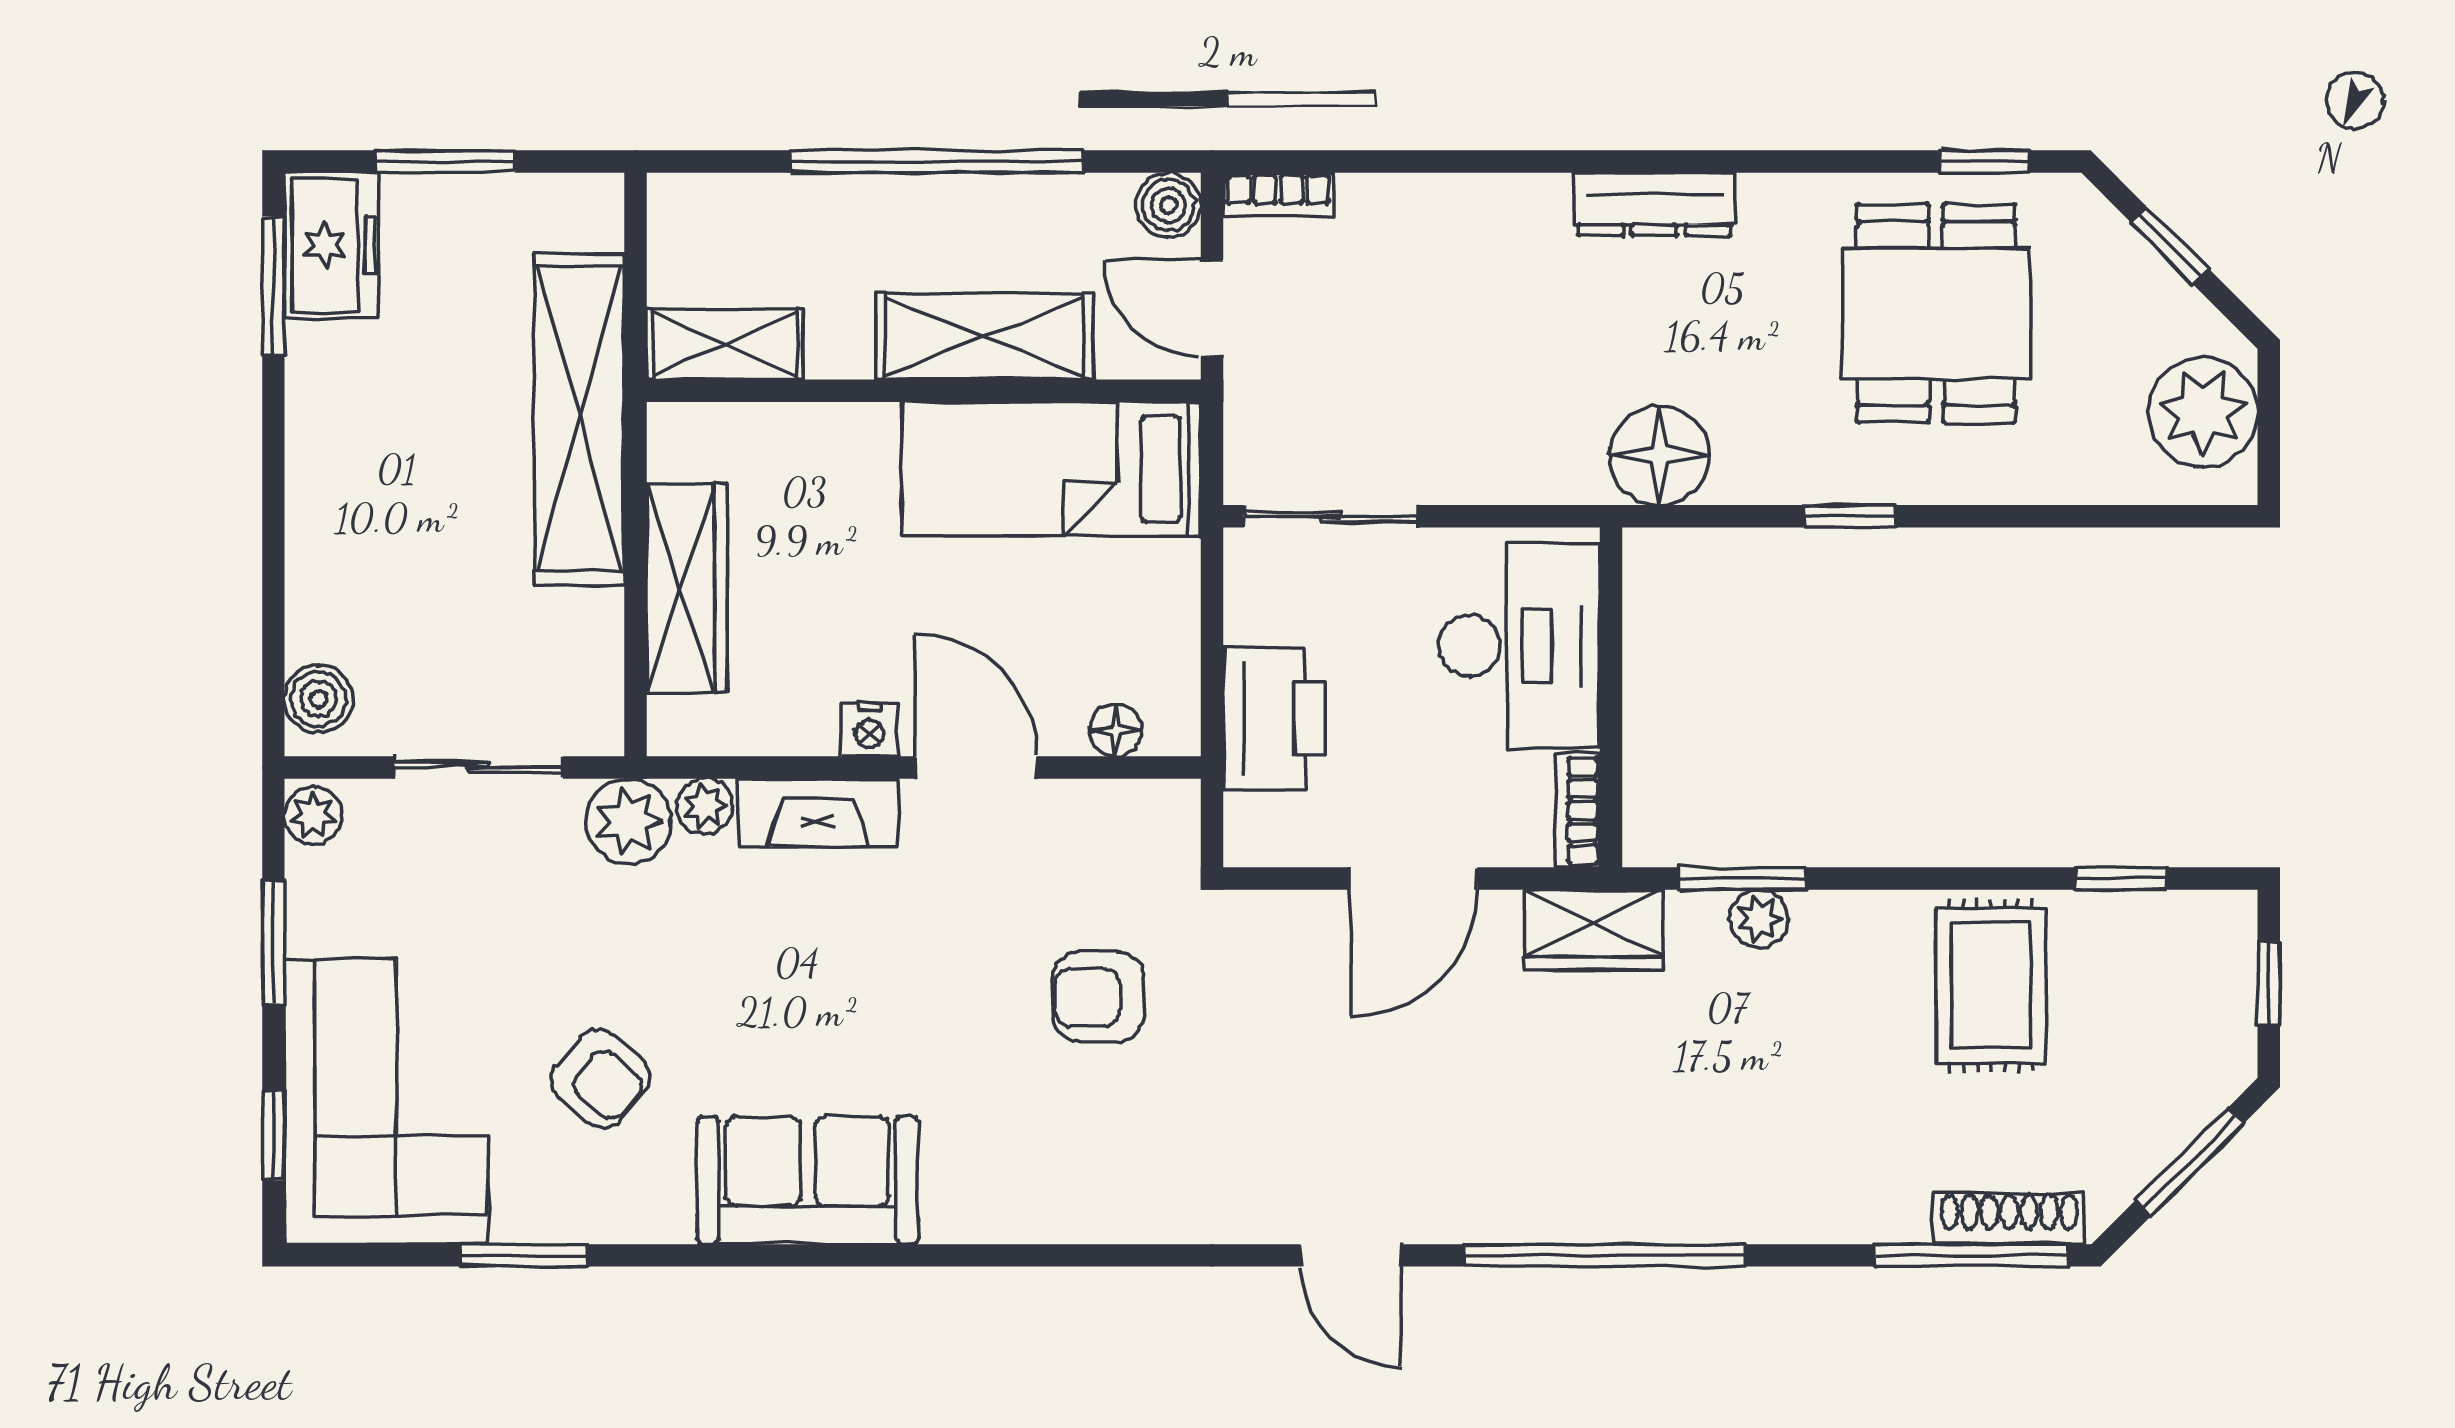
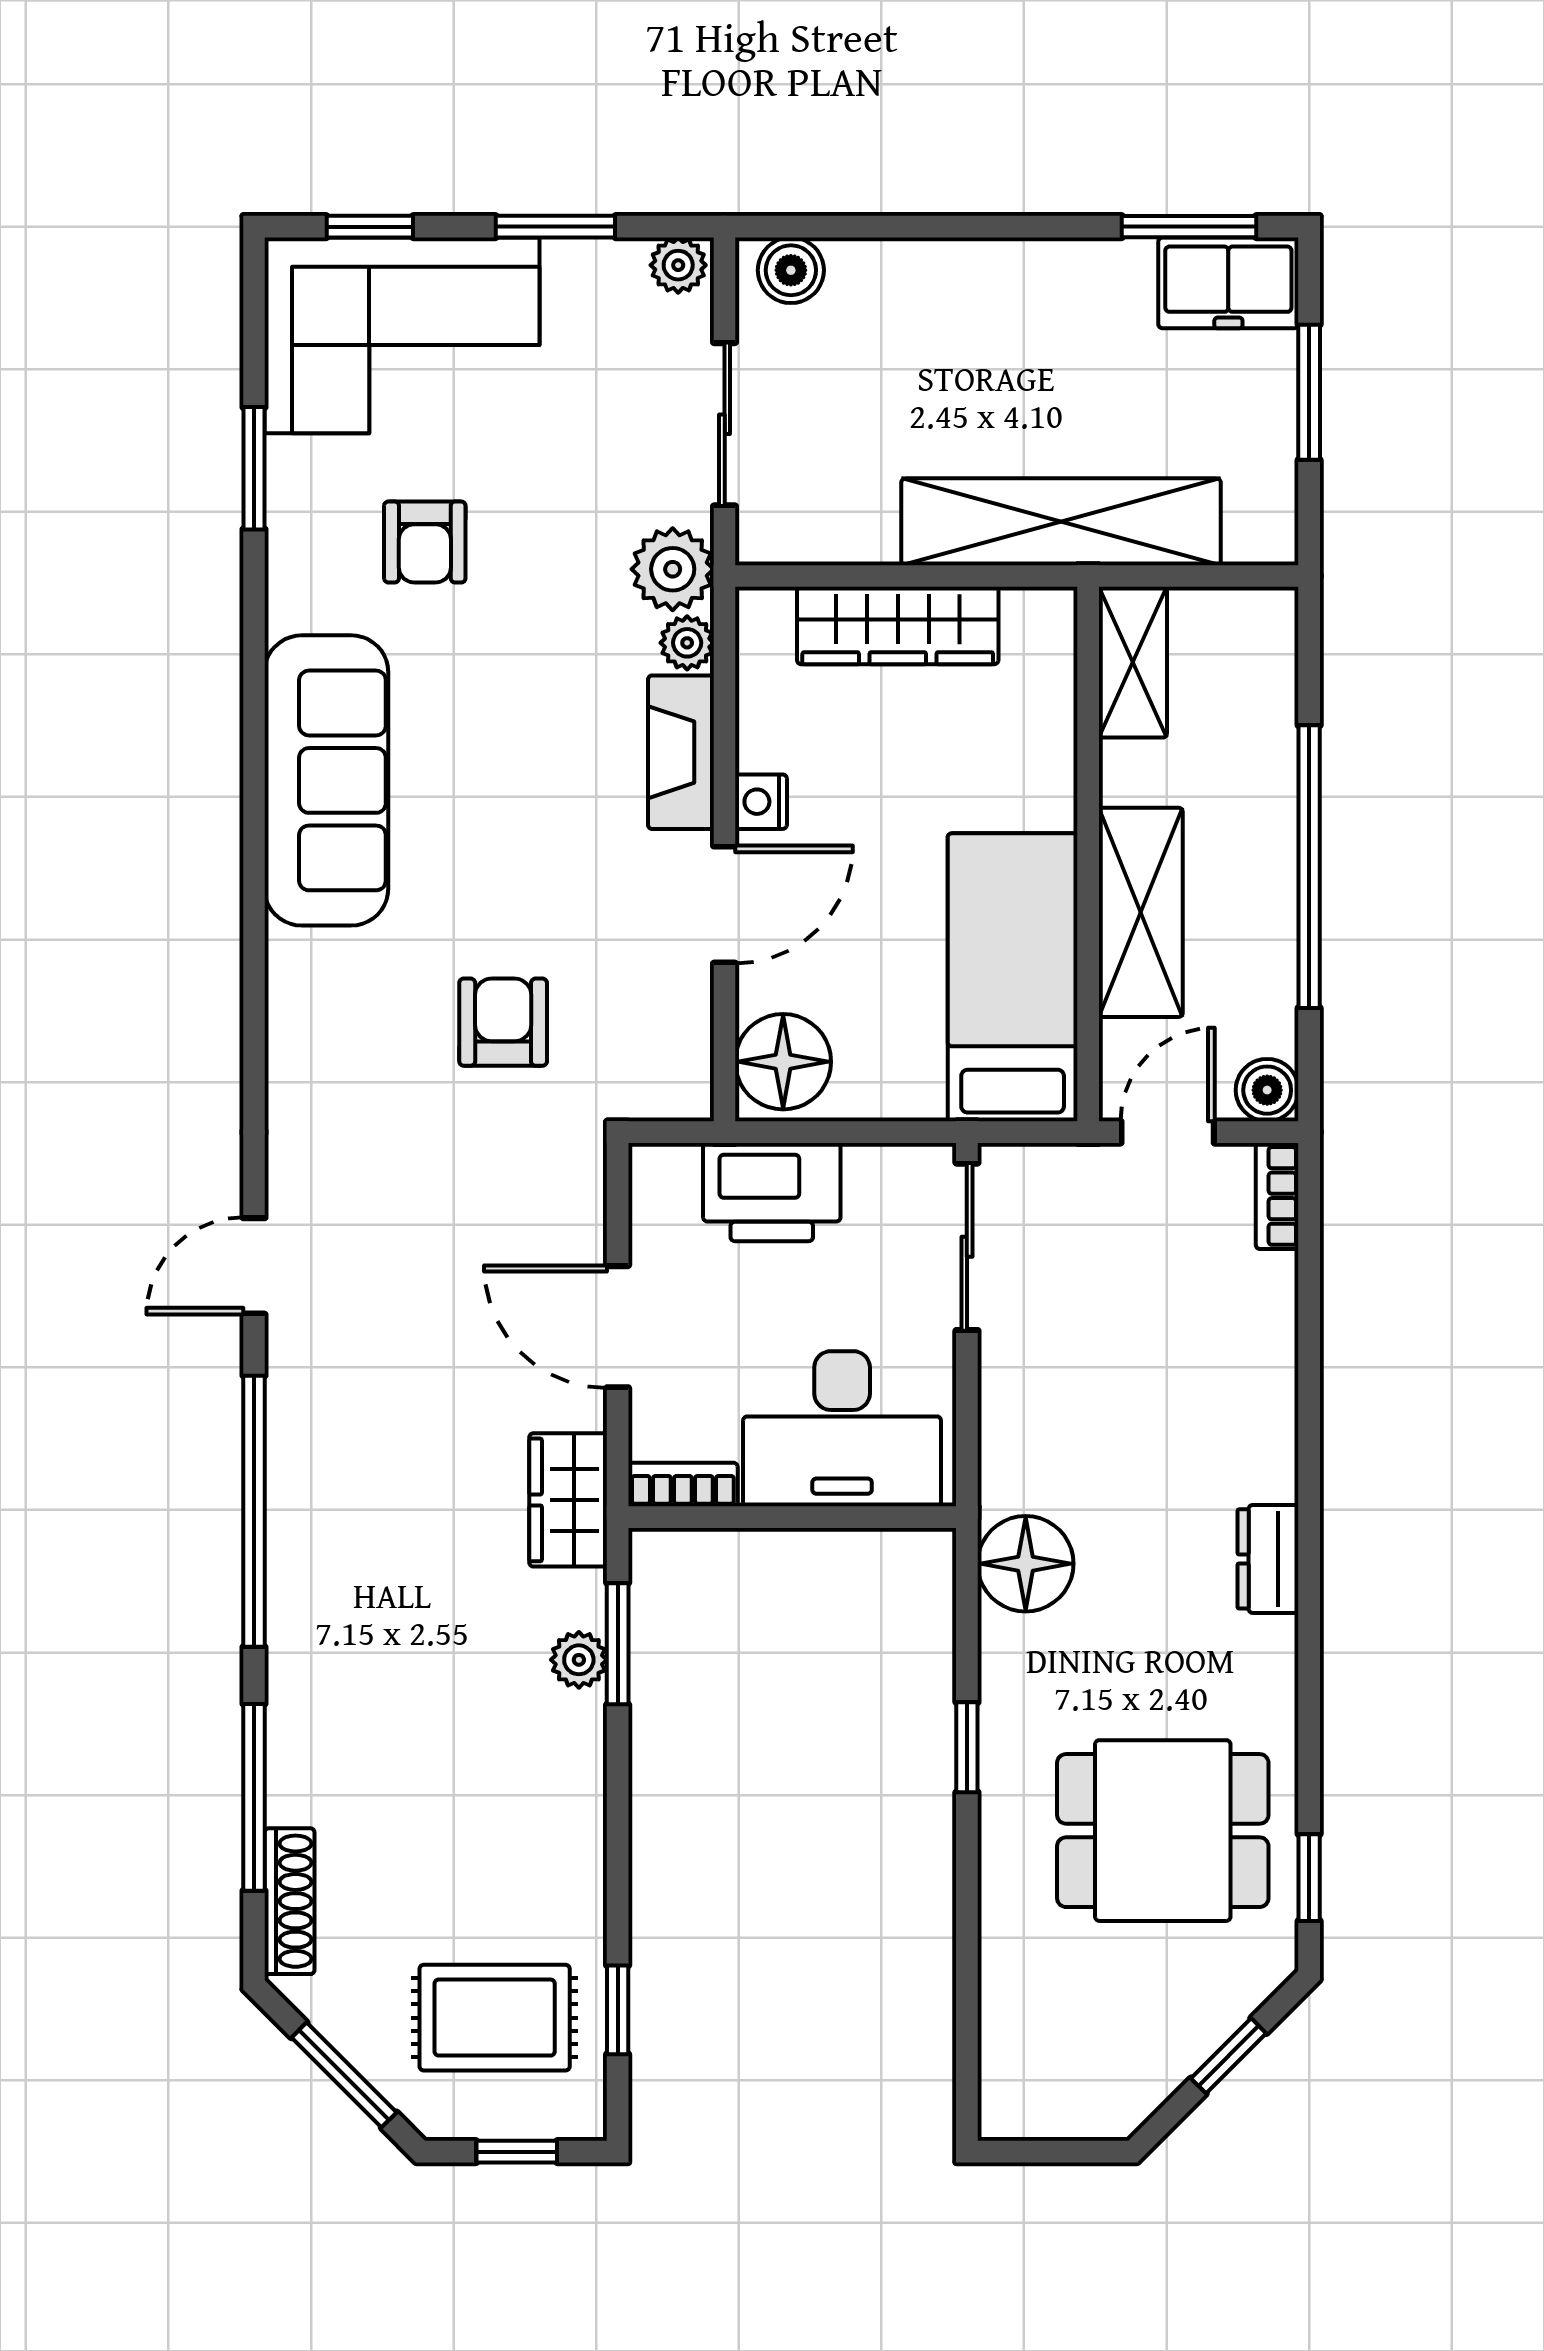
dresser: (1654, 204) -> (1268, 1559), width x0.70
plant: (2203, 412) -> (1068, 2088), removed
floor lamp: (1116, 730) -> (783, 1062), width x1.89, depth x1.89
rug: (1991, 985) -> (495, 2018), moved
armchair: (600, 1078) -> (425, 542), turned -40
sofa: (808, 1180) -> (326, 780), width x1.36
window: (1972, 1255) -> (254, 1797), moved

